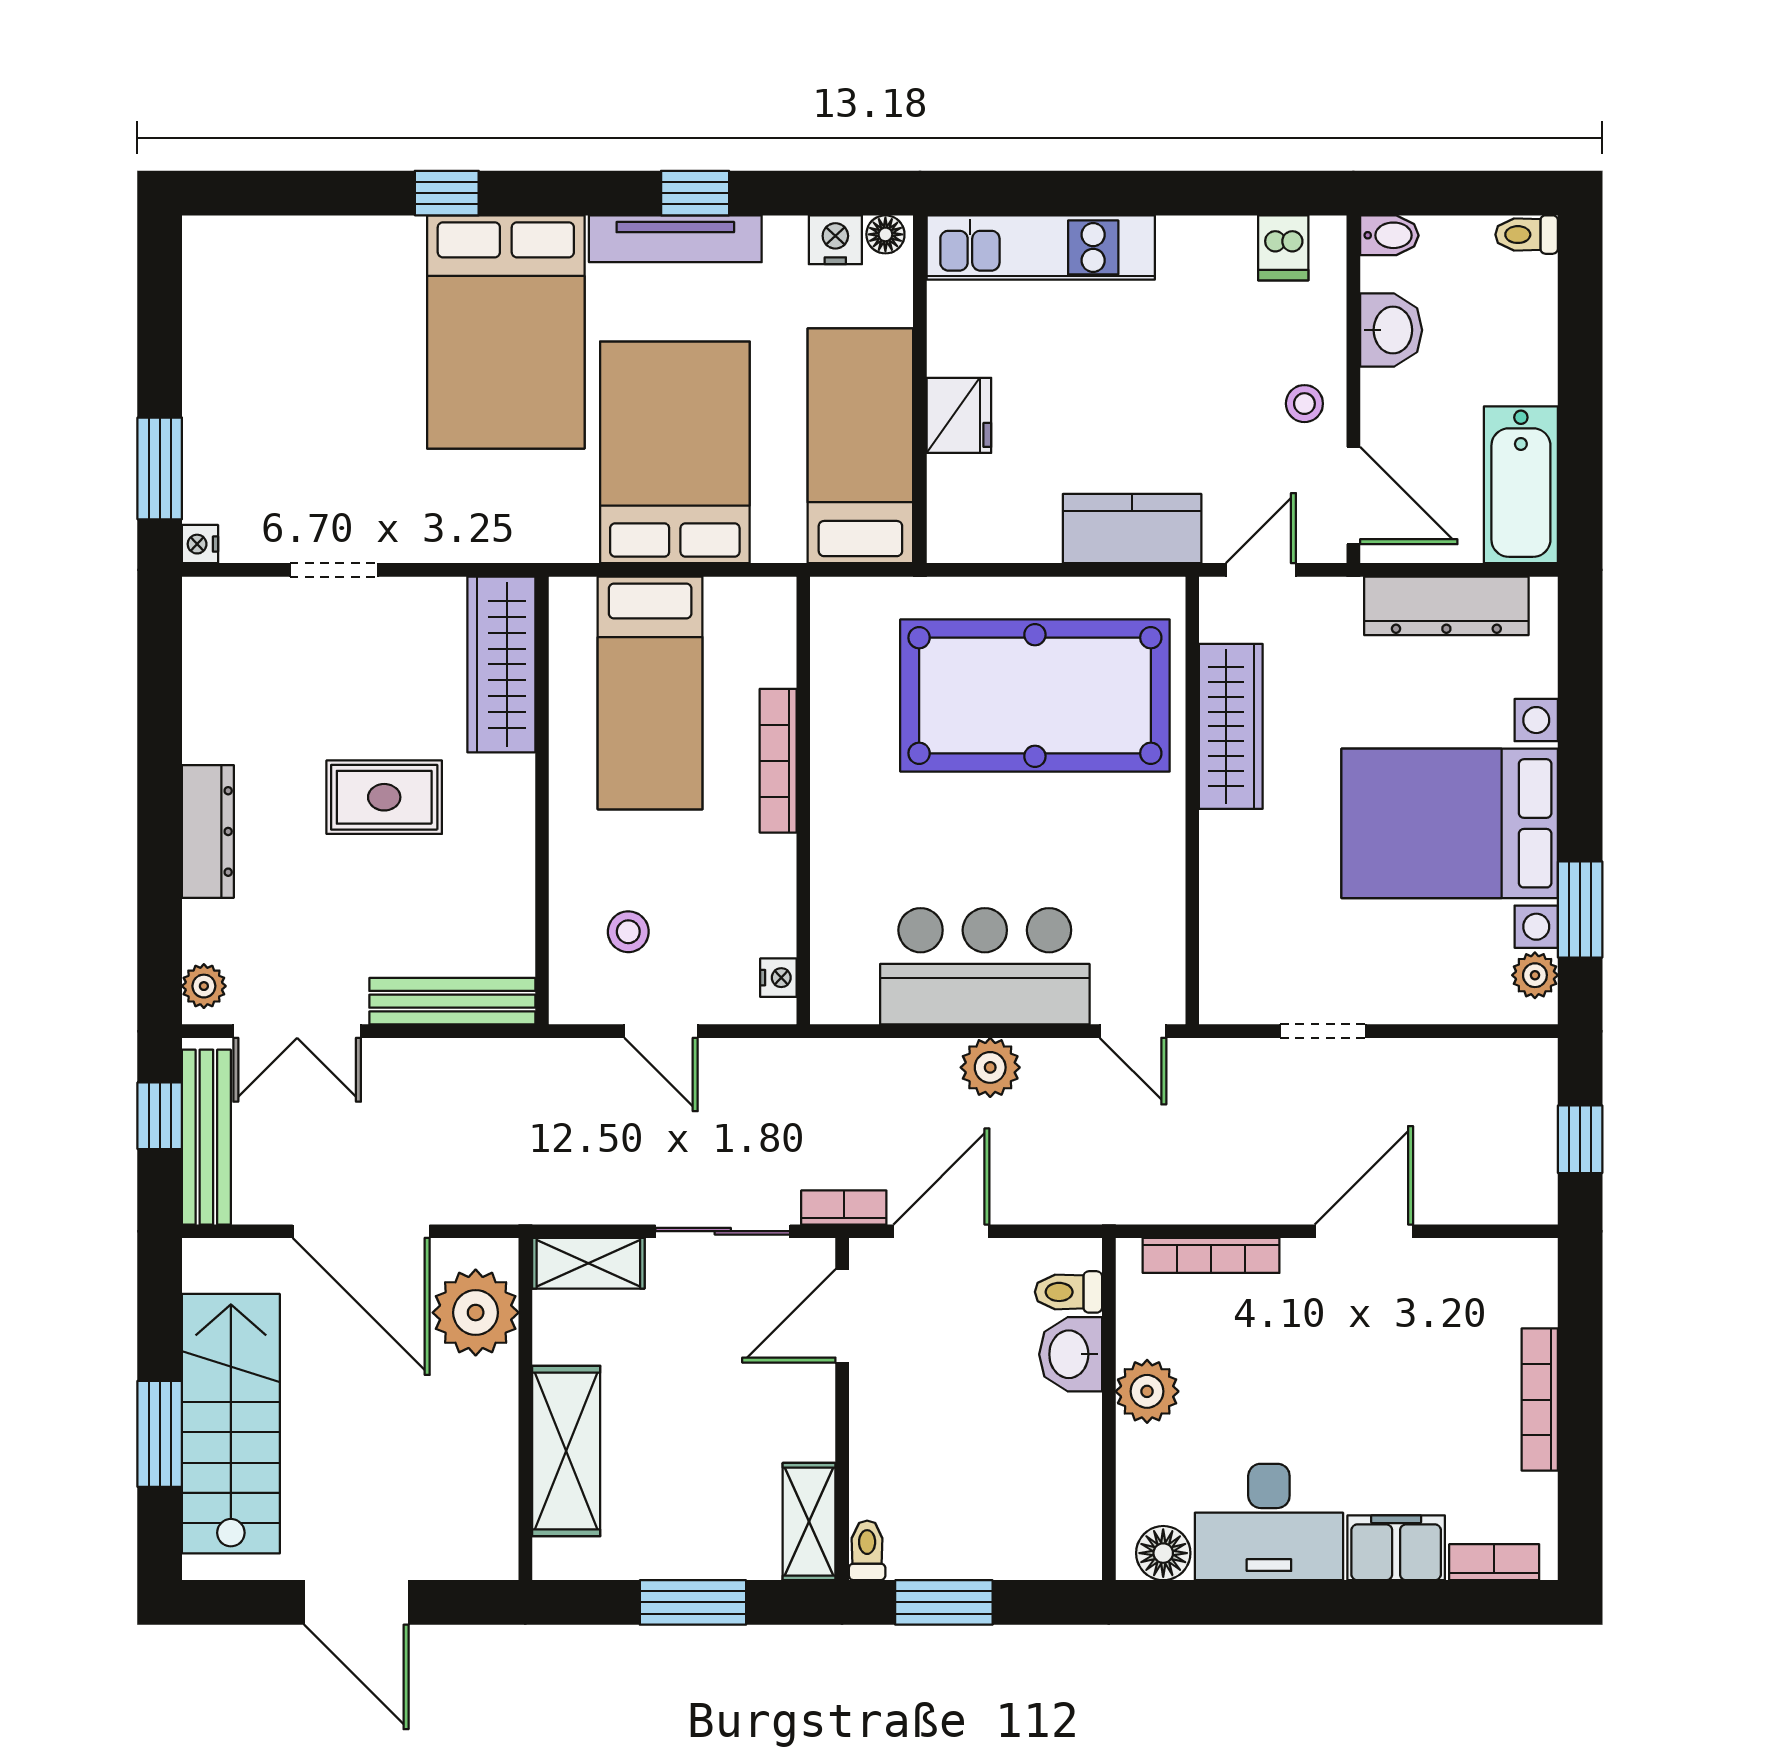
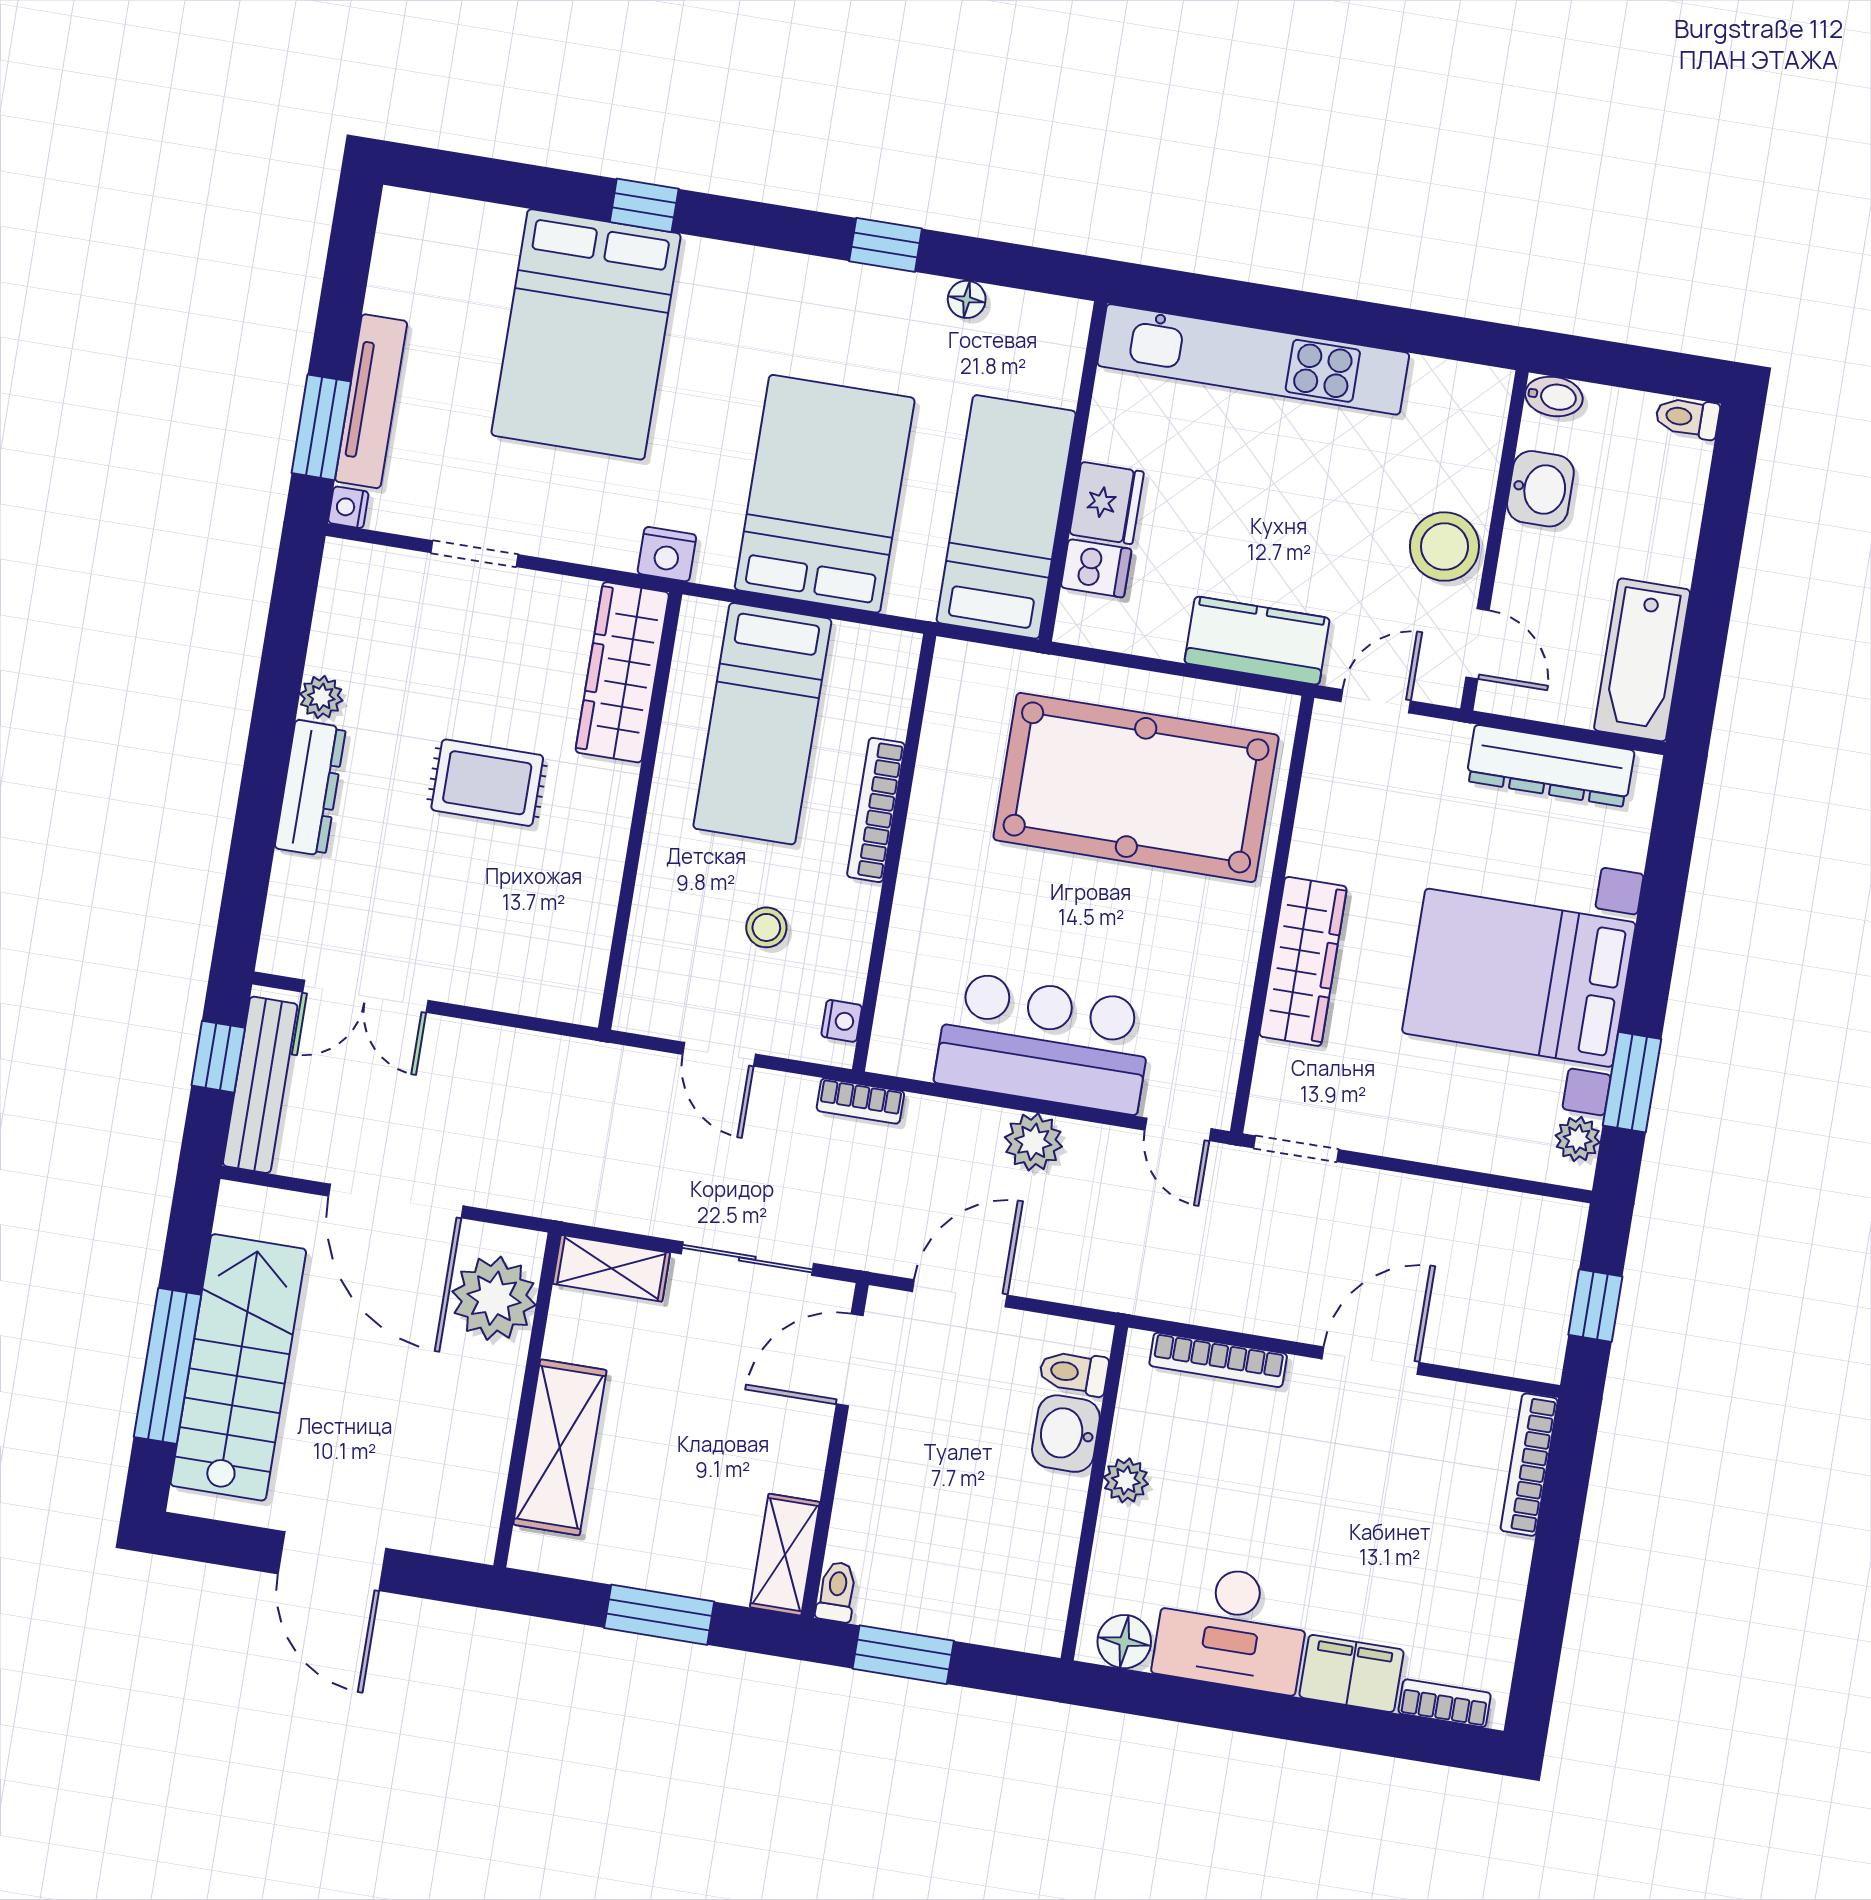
floor lamp: (885, 234) -> (967, 299), moved
tv unit: (675, 239) -> (371, 401), moved, turned -90
nightstand: (835, 240) -> (667, 554), moved, turned 180
kitchen unit: (1041, 247) -> (1253, 359), width x1.36
dishwasher: (1283, 248) -> (1096, 568), moved, turned -90
bed: (506, 332) -> (586, 334), moved
stool: (1304, 404) -> (1444, 547), width x1.89, depth x1.89
door: (1353, 495) -> (1477, 644), width x0.73
wardrobe: (1231, 726) -> (1303, 961), moved
stool: (628, 932) -> (766, 927), moved
plant: (204, 986) -> (321, 697), moved
bench: (452, 1001) -> (521, 992), removed
doorway: (1323, 1031) -> (1296, 1149), moved
bookcase: (844, 1207) -> (860, 1101), moved, turned 180
plant: (1147, 1391) -> (1126, 1480), width x0.73, depth x0.73
bookcase: (1540, 1400) -> (1529, 1465), moved
window: (160, 1434) -> (168, 1366), width x1.44

